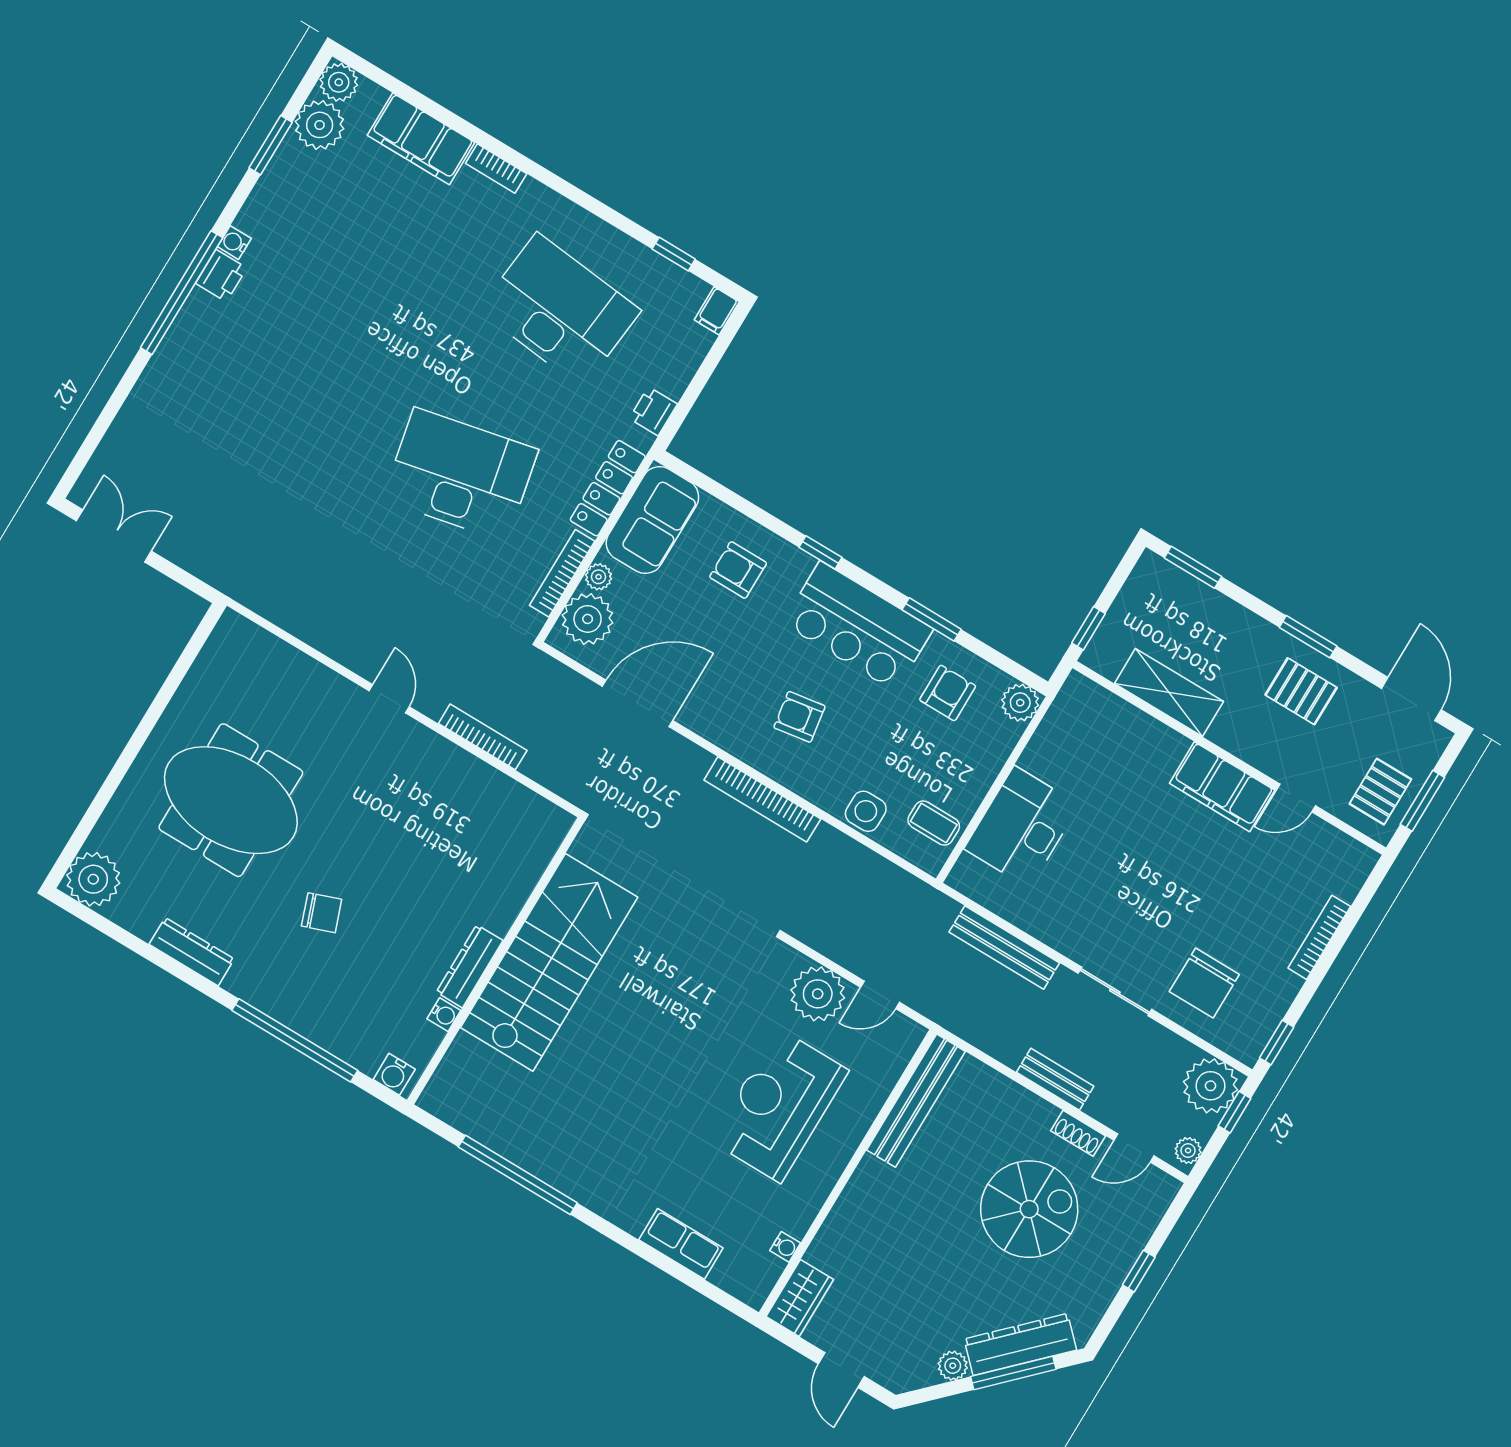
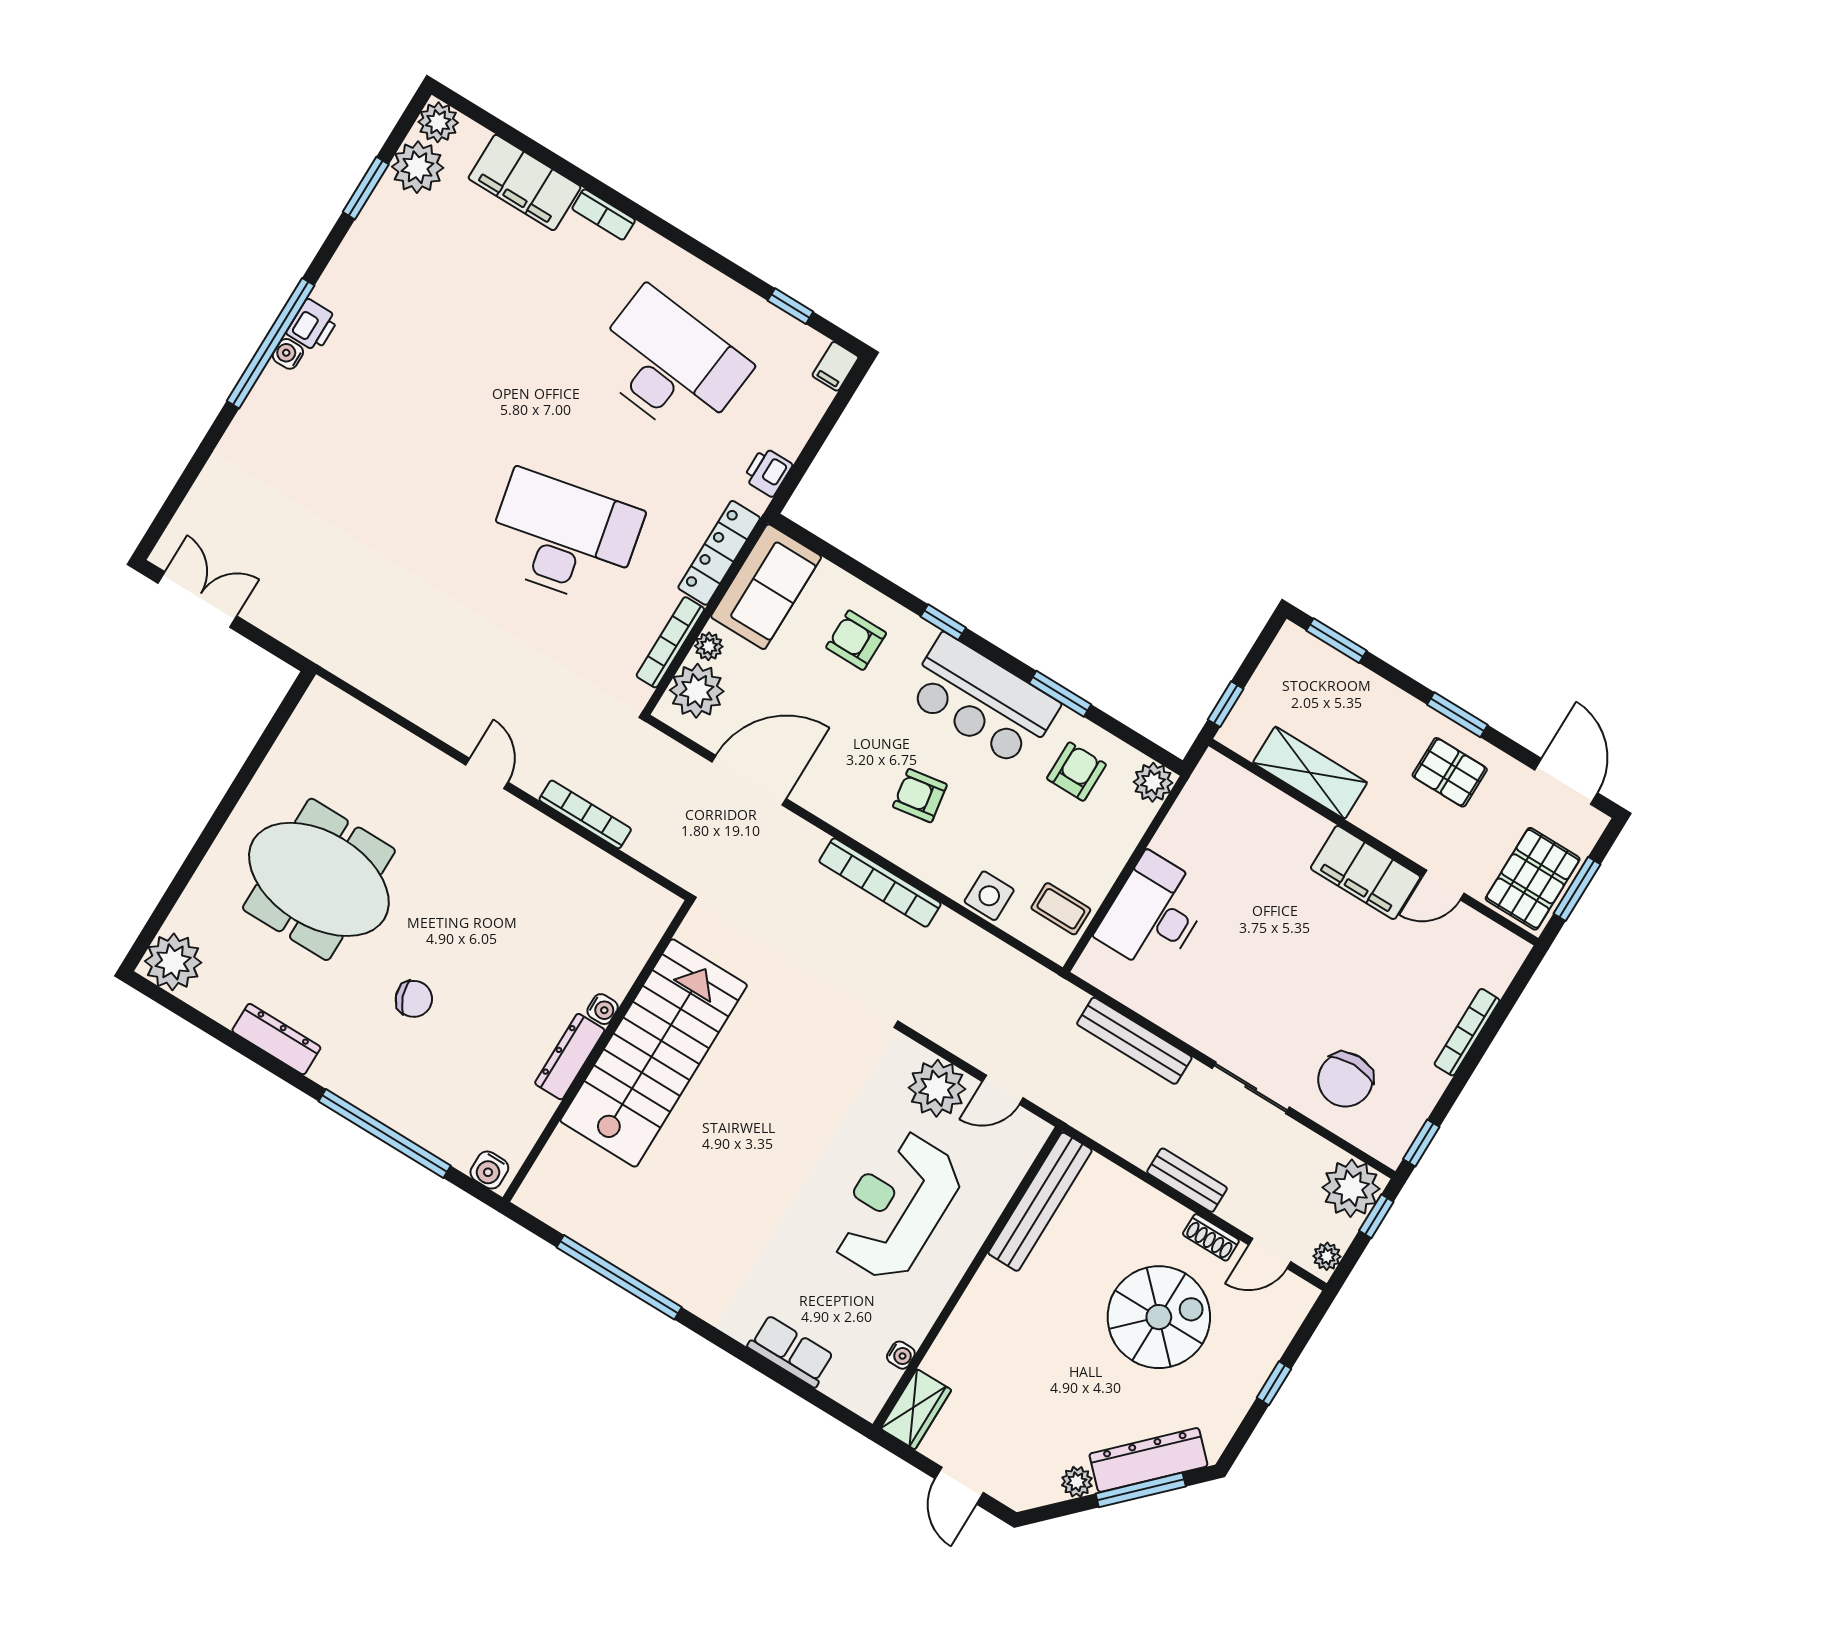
water cooler: (234, 243) -> (288, 354), moved
pallet: (1380, 792) -> (1533, 879), width x1.50, depth x1.42
water cooler: (444, 1015) -> (603, 1009), moved

